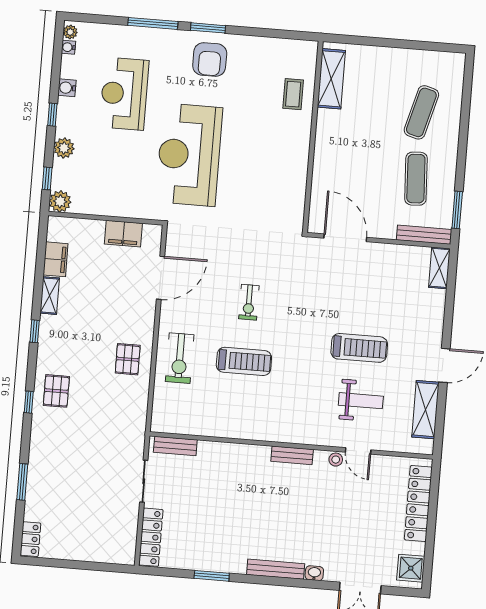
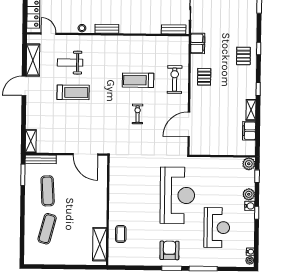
water cooler: (67, 88) -> (250, 206), moved
filing cabinet: (123, 234) -> (198, 43), moved, turned 90
treadmill: (359, 348) -> (73, 92), turned 180
door: (358, 451) -> (49, 34), moved

